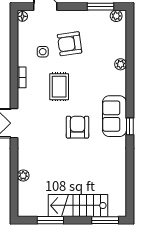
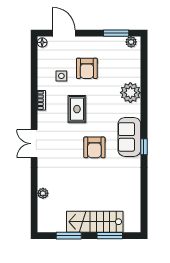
armchair: (70, 44) -> (87, 68), turned -82
plant: (121, 64) -> (130, 93), width x1.87, depth x1.87
armchair: (78, 127) -> (94, 147), turned 180
window: (105, 220) -> (110, 236), moved

